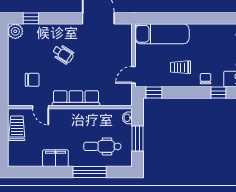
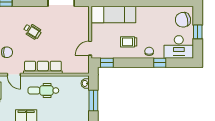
dental chair: (102, 146) -> (43, 91), moved

